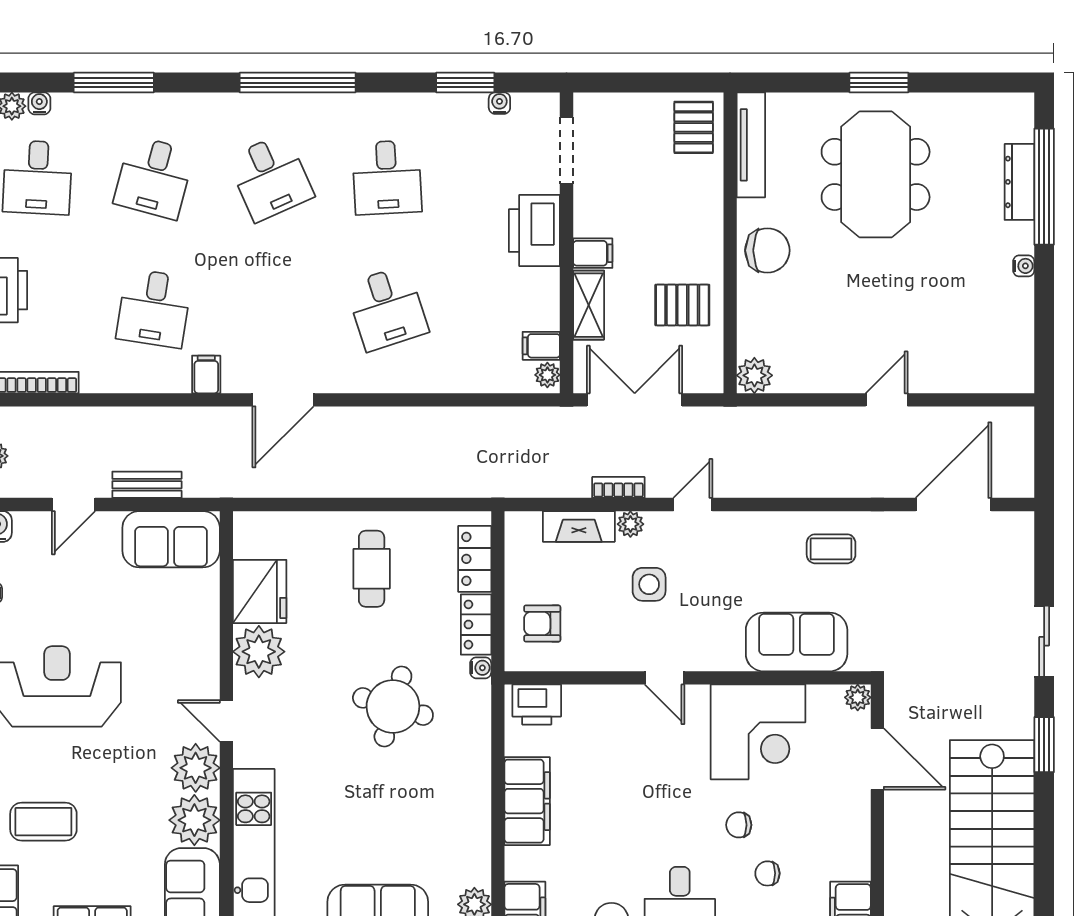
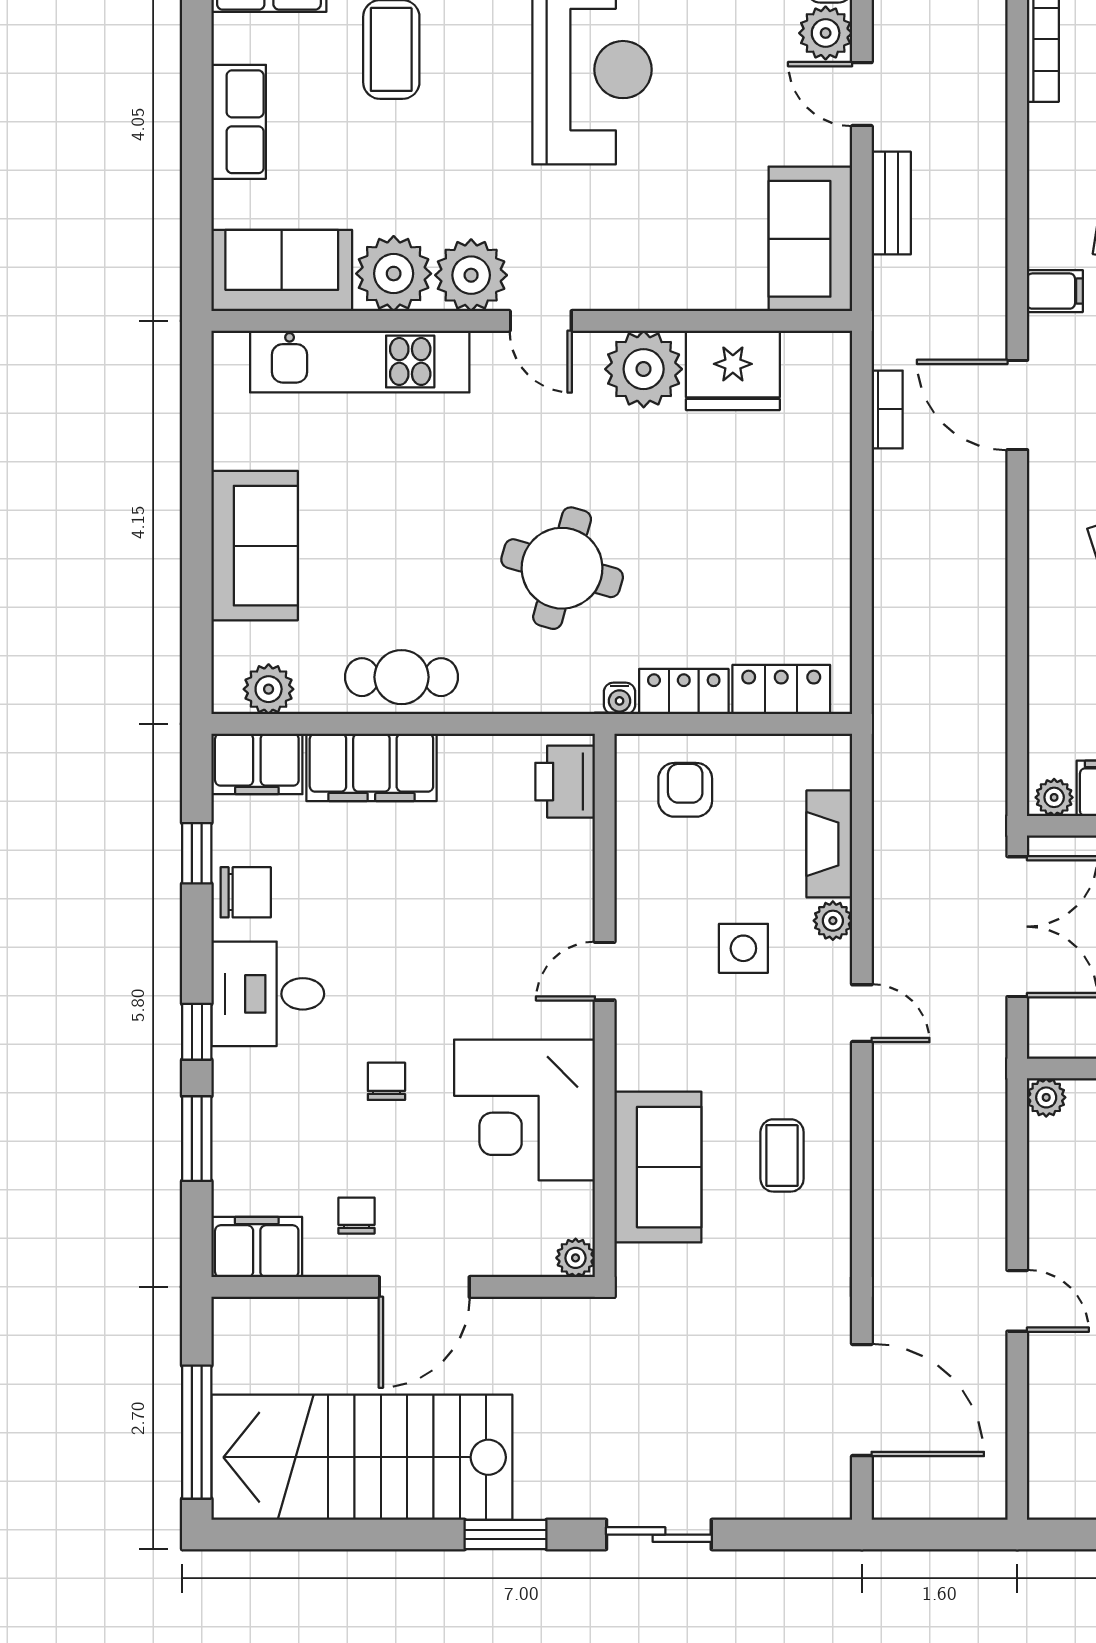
plant: (754, 375) -> (1046, 1097), width x0.73, depth x0.73
bookcase: (618, 487) -> (887, 409), moved
plant: (32, 529) -> (826, 33), added
coffee table: (831, 549) -> (782, 1155), moved
cafe table: (372, 569) -> (402, 677), moved
door: (226, 721) -> (541, 321), swing flipped
door: (877, 759) -> (424, 1287), moved
filing cabinet: (527, 801) -> (371, 767), moved
chair: (767, 873) -> (356, 1216), moved

